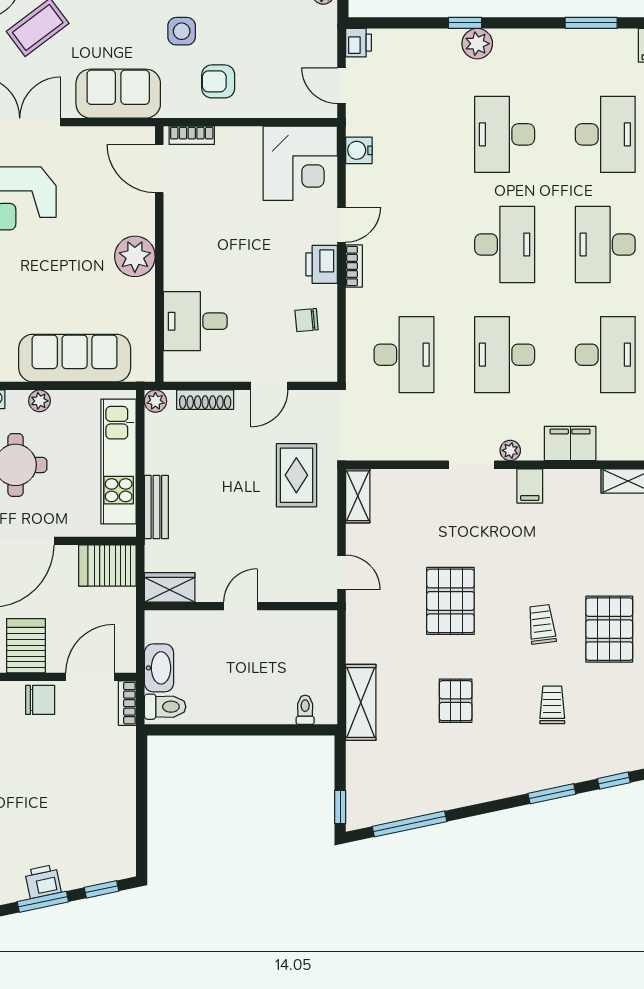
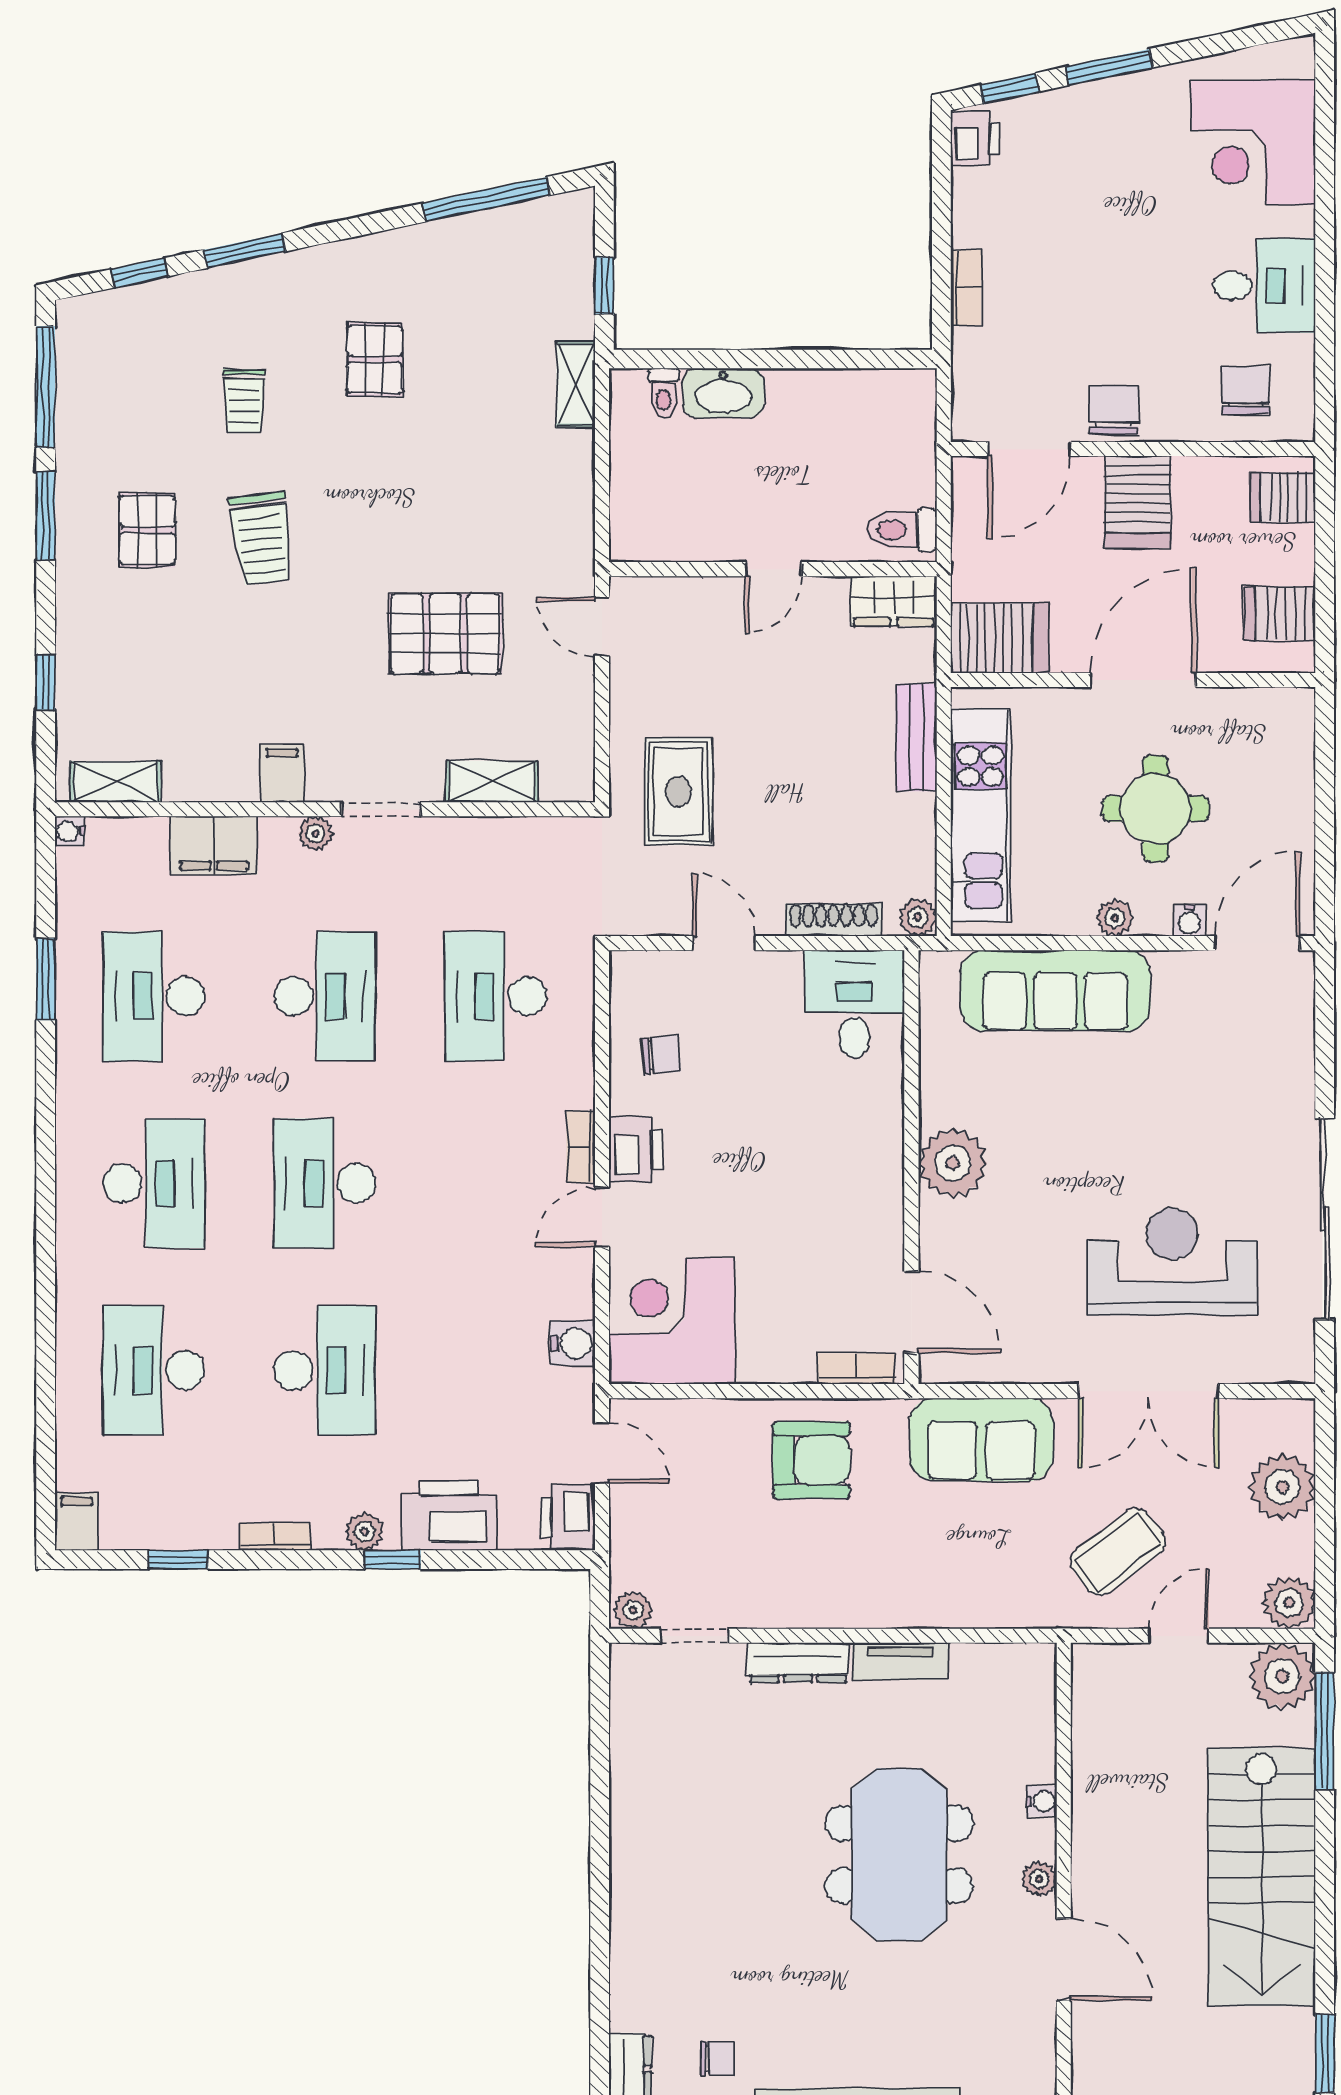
window: (591, 23) -> (178, 1560), width x0.67
side table: (182, 31) -> (873, 1546), removed
bookcase: (534, 37) -> (275, 1536), added
printer: (358, 43) -> (568, 1517), width x1.36, depth x1.24
plant: (477, 44) -> (364, 1532), width x0.73, depth x0.73
printer: (431, 49) -> (449, 1516), added
armchair: (218, 81) -> (811, 1460), width x1.38, depth x1.38
desk: (195, 321) -> (854, 1004), moved, turned -90
door: (269, 386) -> (724, 943), hinge flipped
shelving: (358, 496) -> (492, 782), moved, turned 90
pallet: (450, 601) -> (445, 634), moved, turned 90
trolley: (542, 624) -> (262, 538), width x1.36, depth x1.39
pallet: (609, 629) -> (147, 530), width x0.67, depth x0.71
washbasin: (159, 668) -> (723, 393), moved, turned -90
chair: (40, 700) -> (1114, 410), turned 90
pallet: (456, 701) -> (375, 360), moved
shelving: (361, 702) -> (576, 384), width x0.67, depth x0.75
bookcase: (127, 703) -> (966, 288), moved
toilet: (165, 707) -> (901, 530), moved
window: (340, 807) -> (604, 286), moved
printer: (43, 881) -> (975, 138), moved, turned -78

